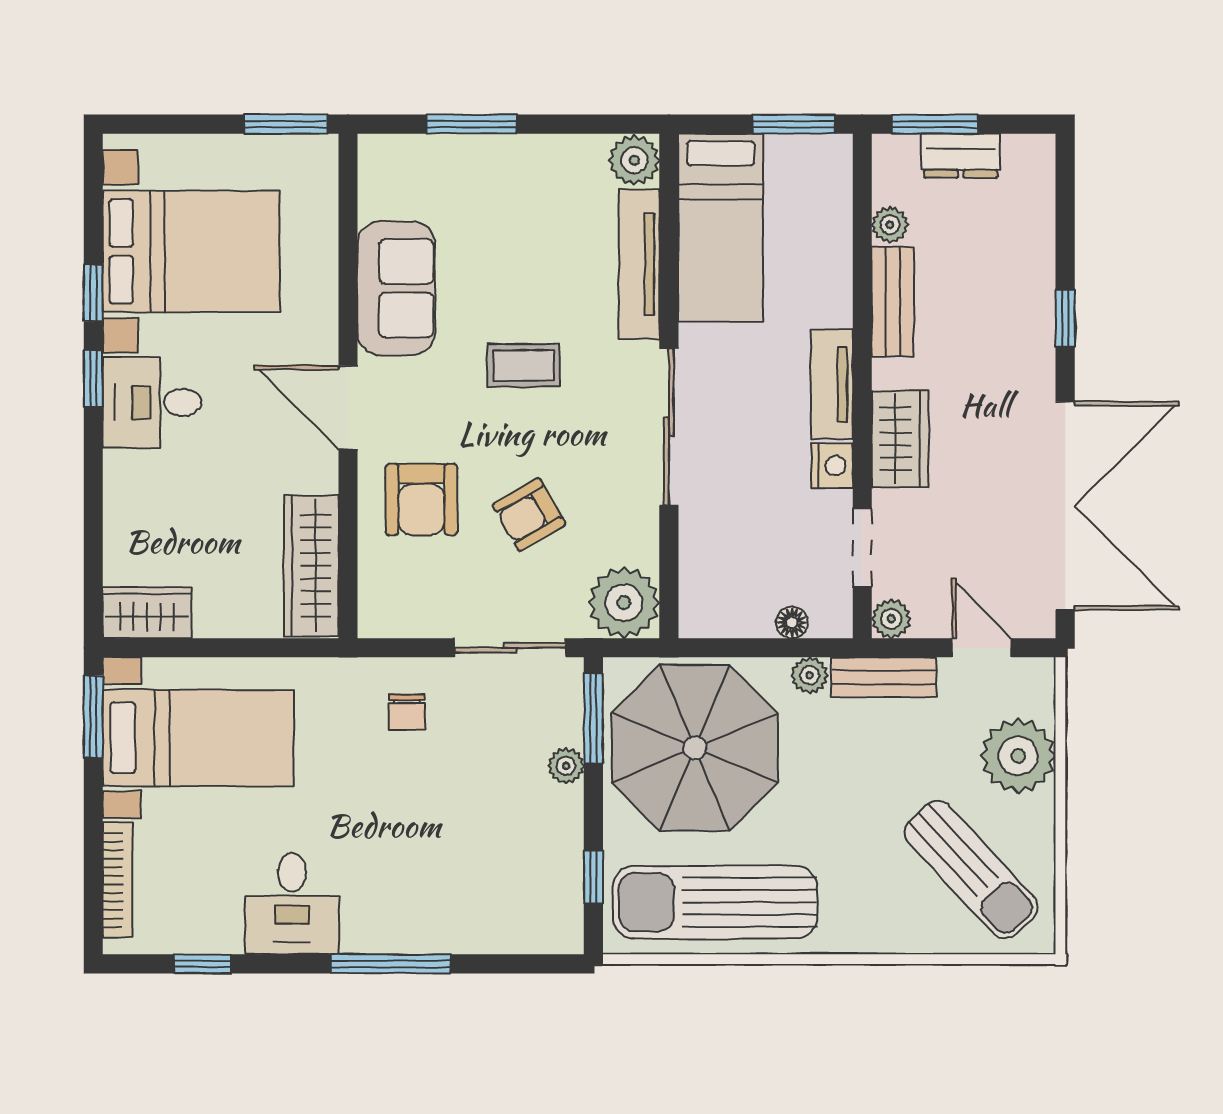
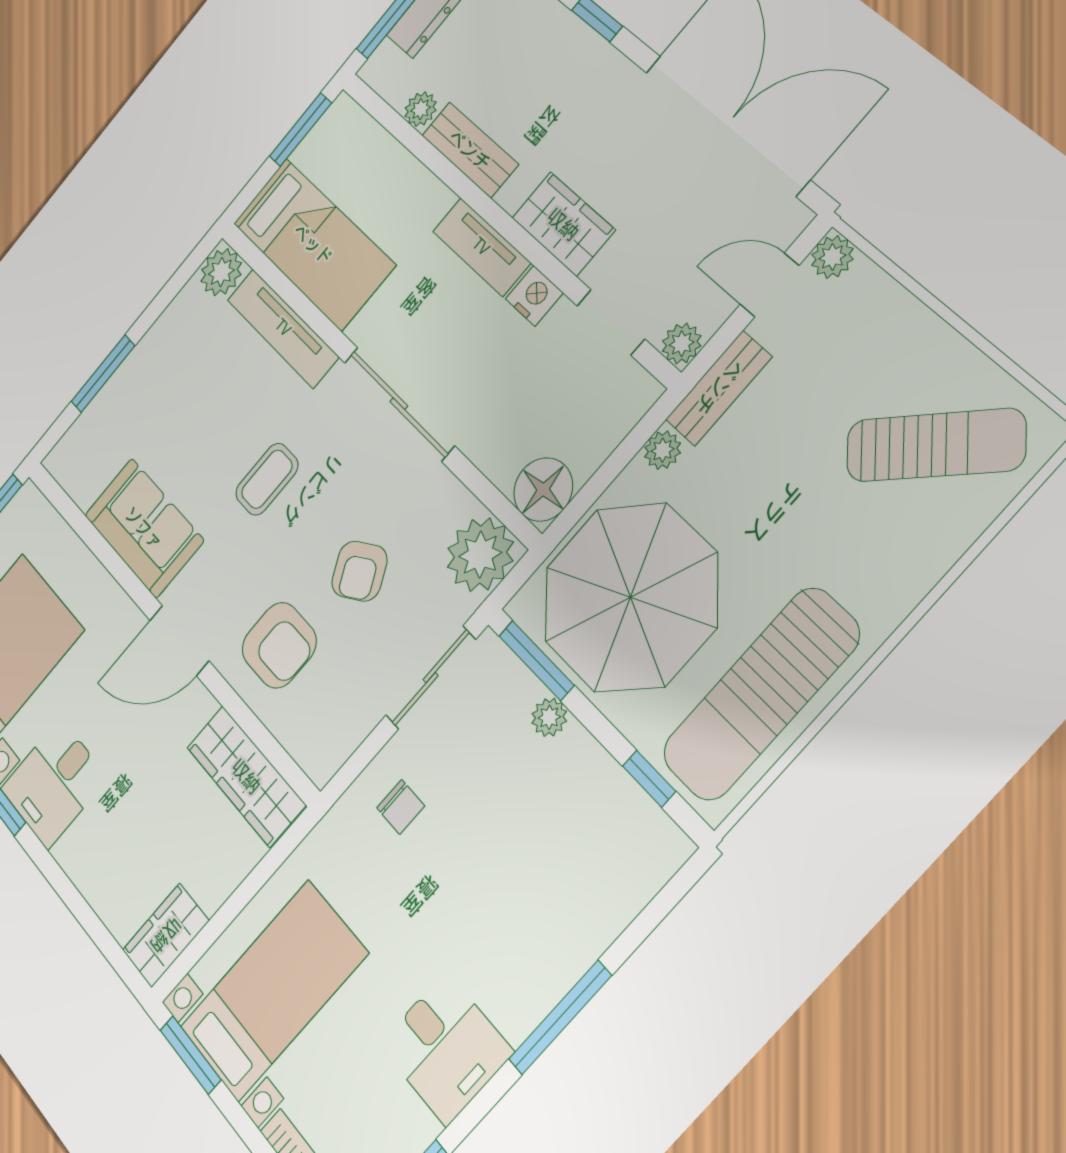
floor lamp: (792, 622) -> (543, 489), moved, width x1.89, depth x1.89
plant: (1018, 756) -> (832, 257), moved, width x0.53, depth x0.53

